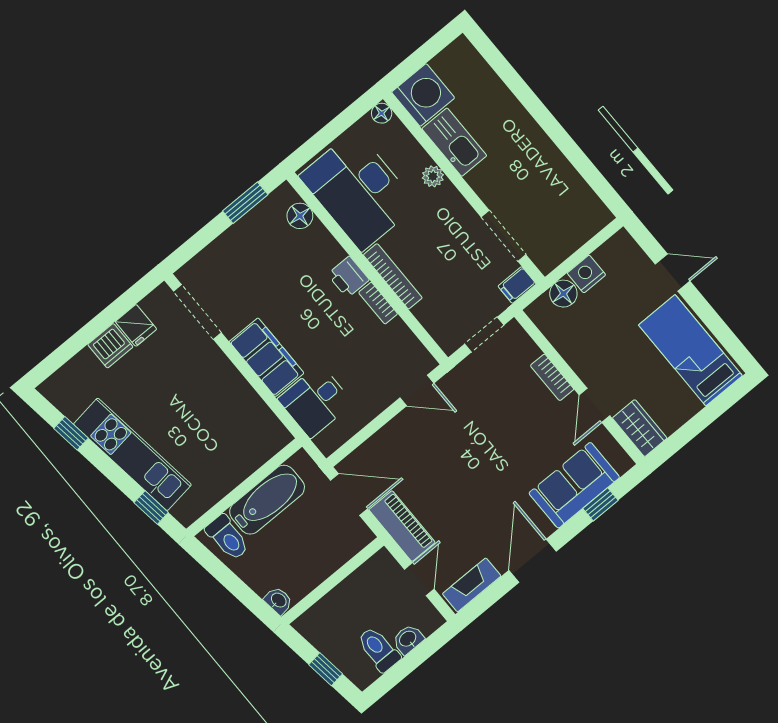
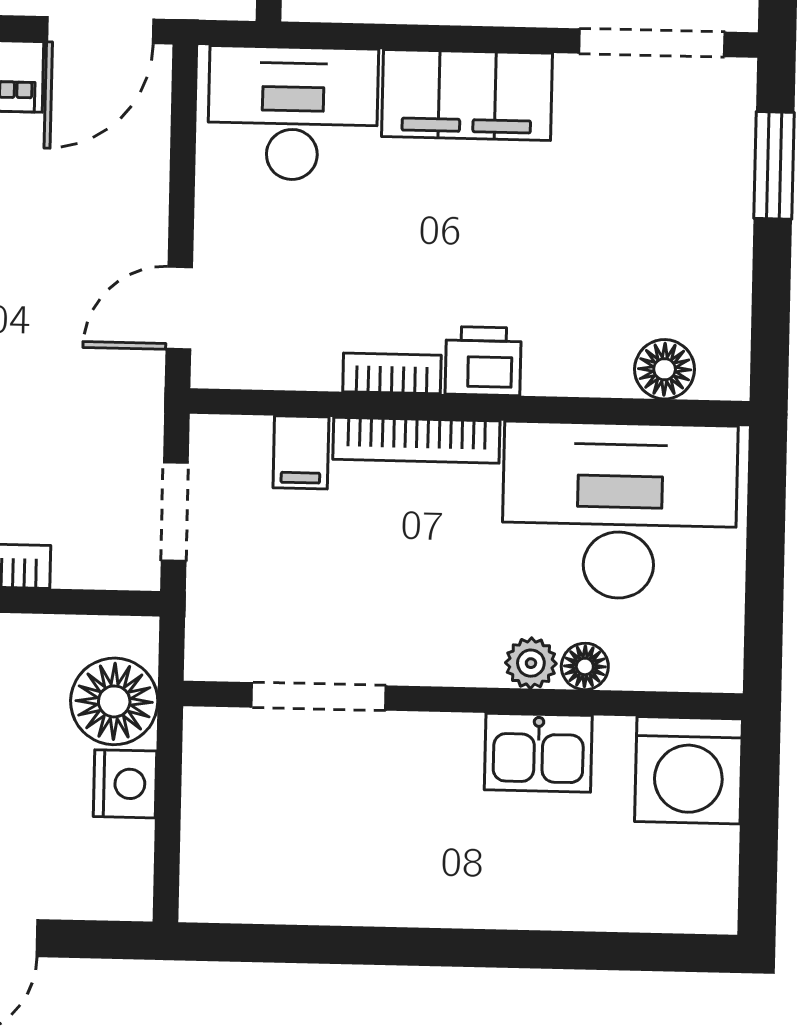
floor lamp: (382, 113) -> (585, 666), moved
kitchen sink: (454, 142) -> (538, 753), width x0.73
window: (245, 203) -> (774, 165), moved
filing cabinet: (517, 285) -> (301, 452), moved, turned 180
floor lamp: (563, 294) -> (114, 701), width x1.38, depth x1.38
desk: (315, 401) -> (293, 113), width x1.37

